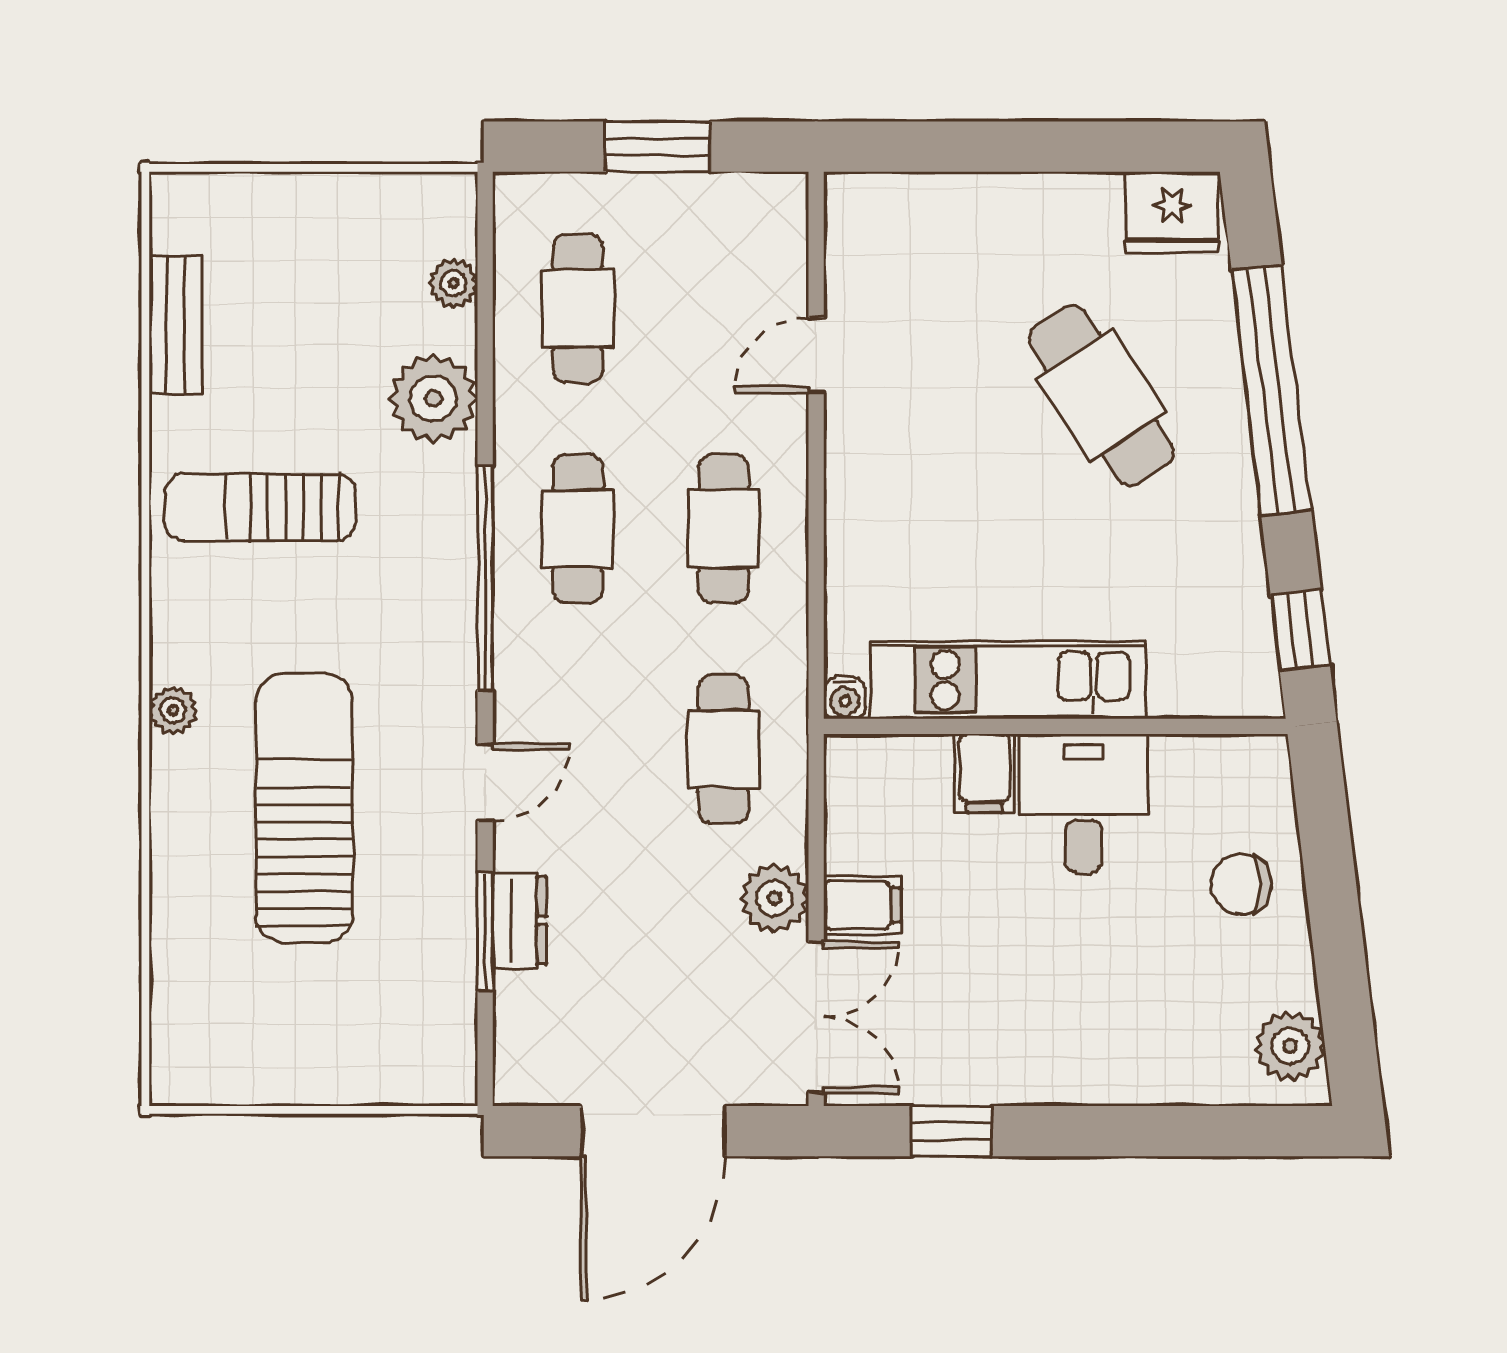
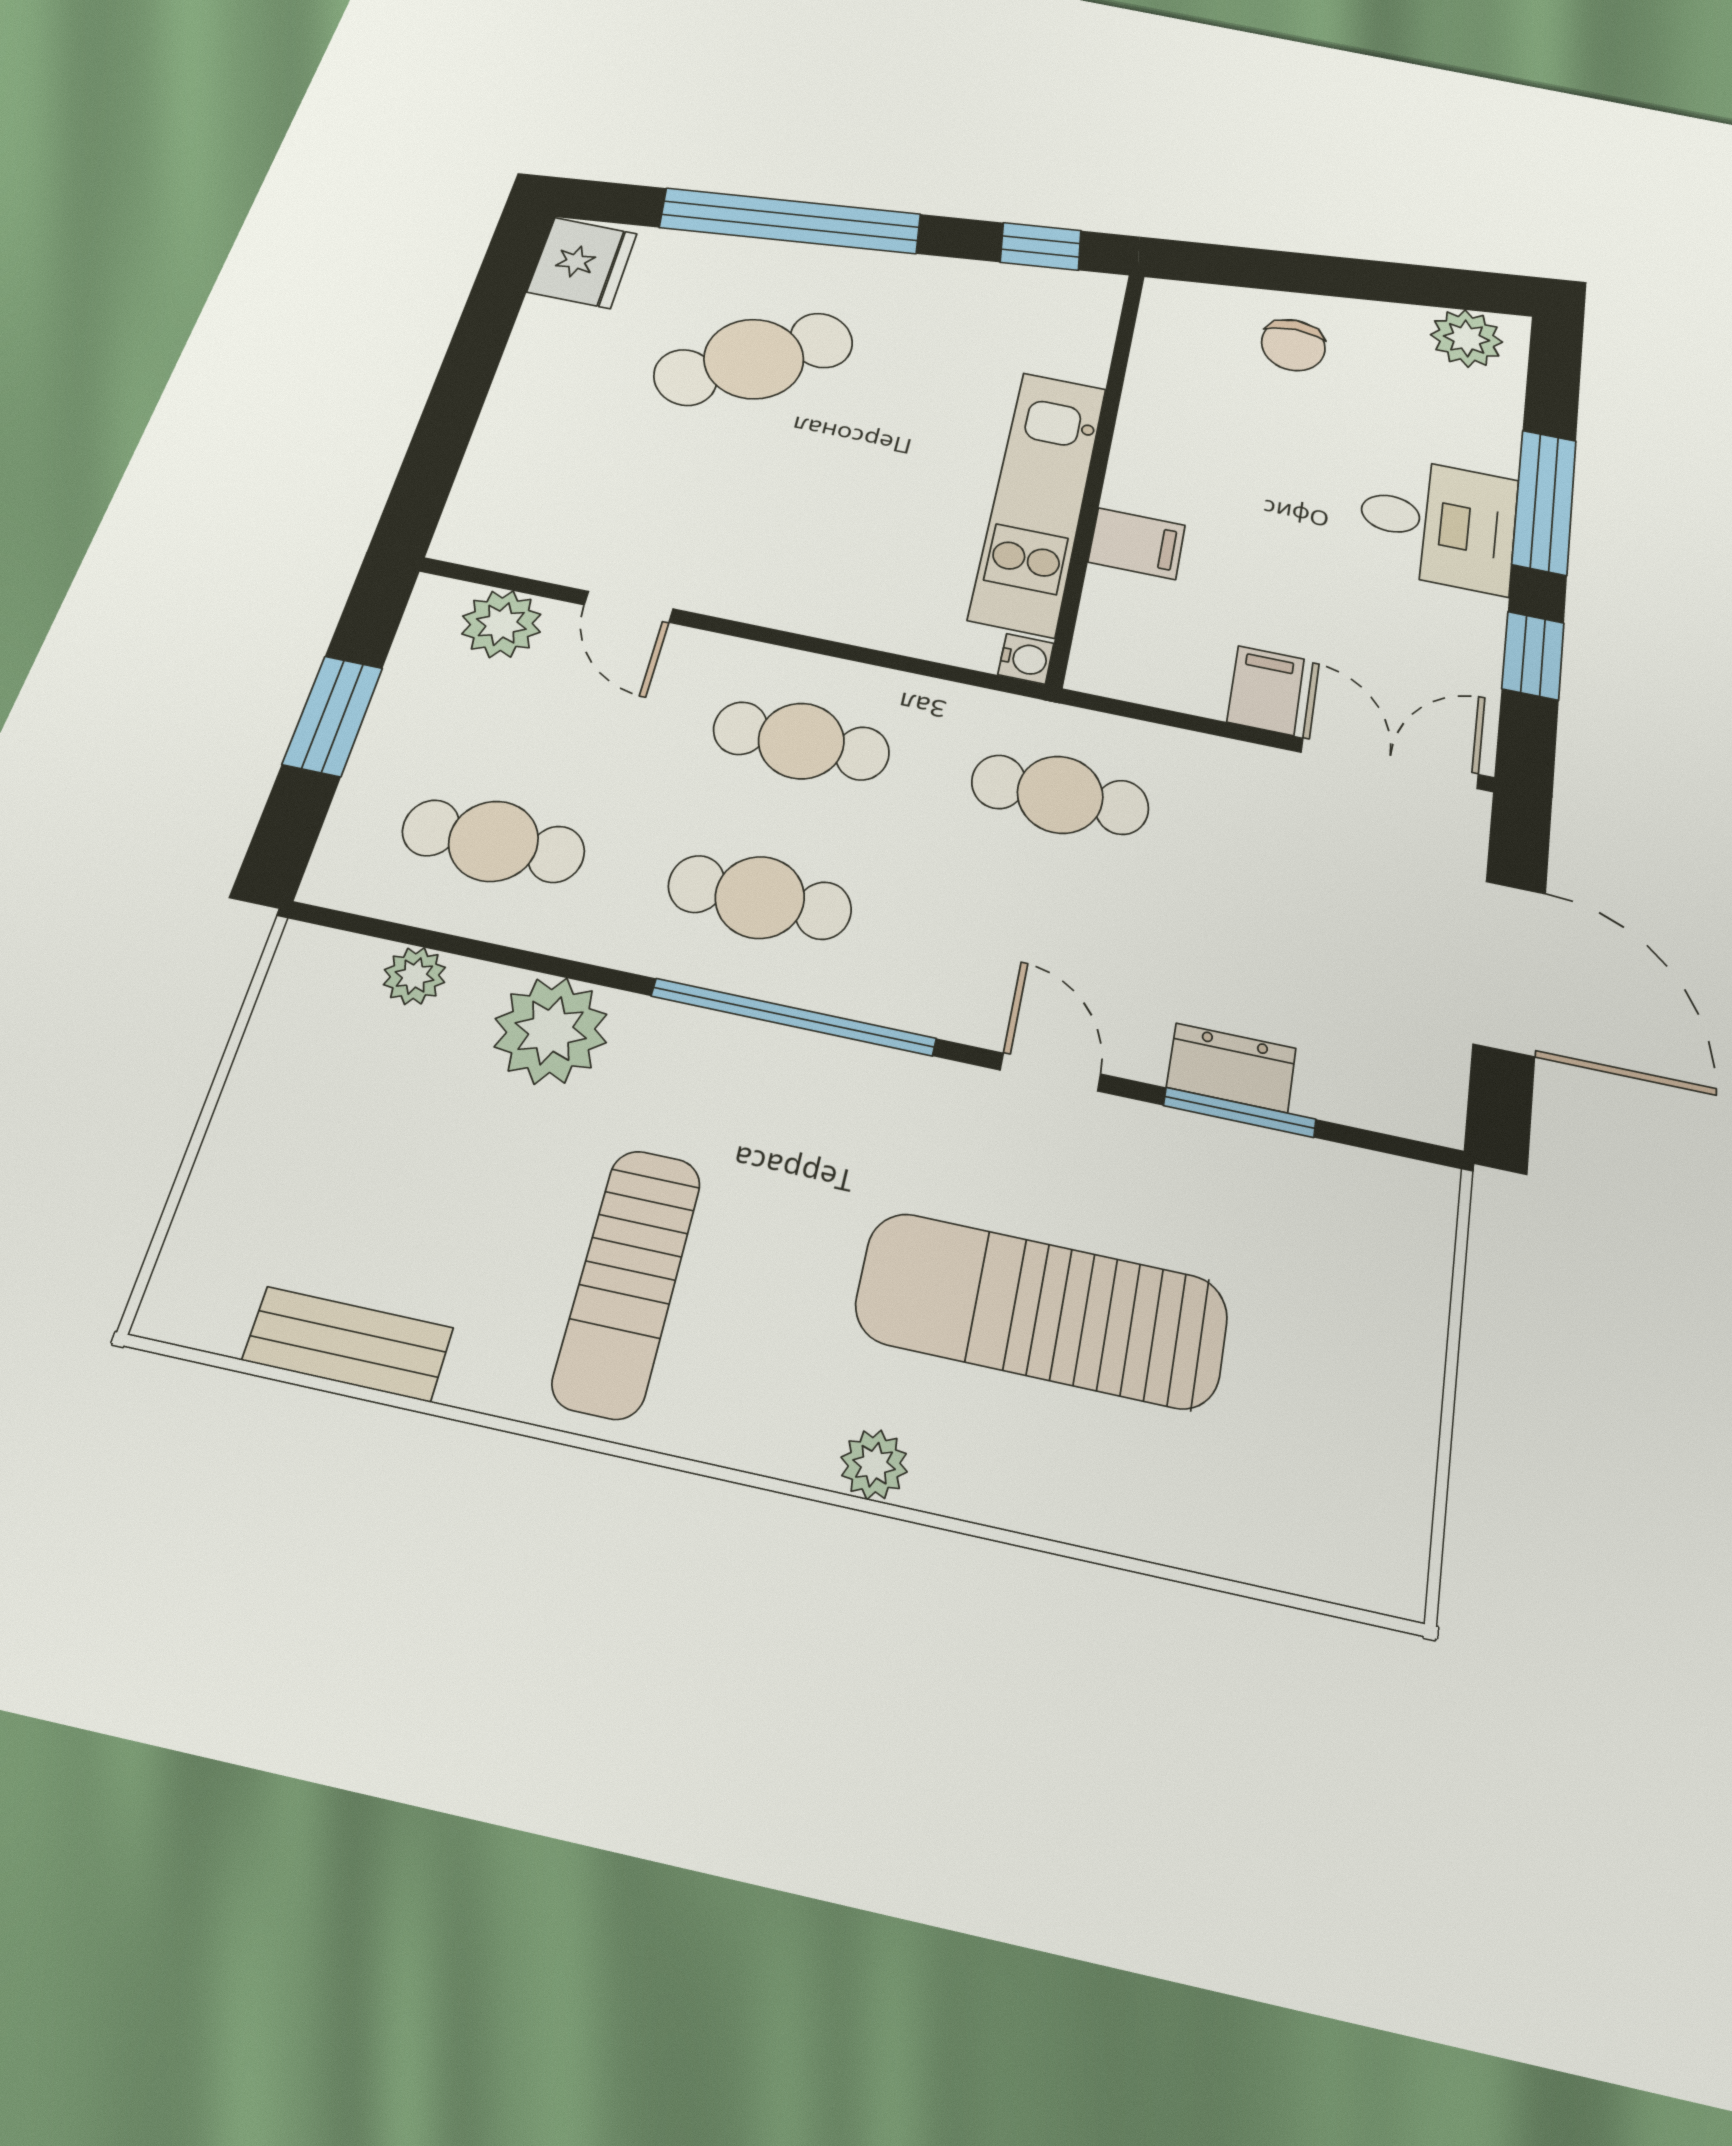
desk: (1084, 803) -> (1438, 523), moved, turned 180
plant: (775, 898) -> (501, 624), moved
window: (1118, 1131) -> (1544, 502), added

